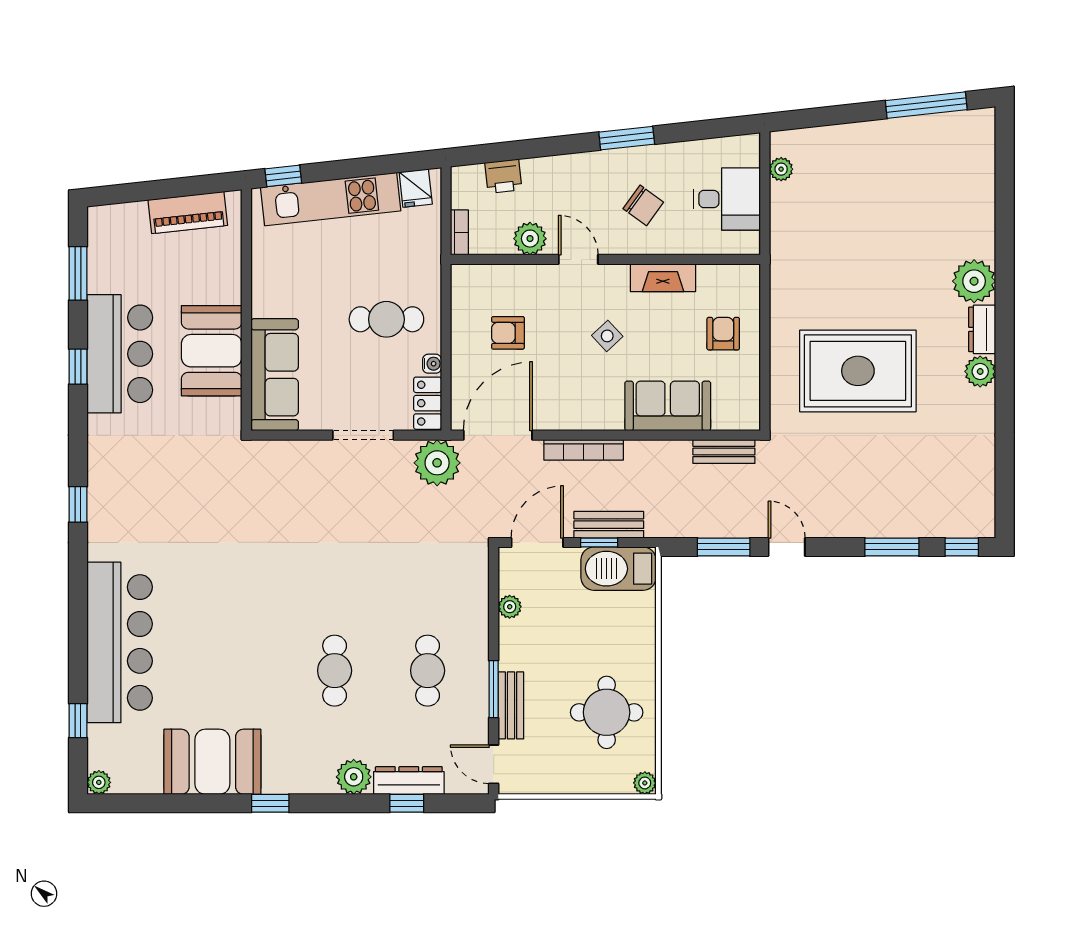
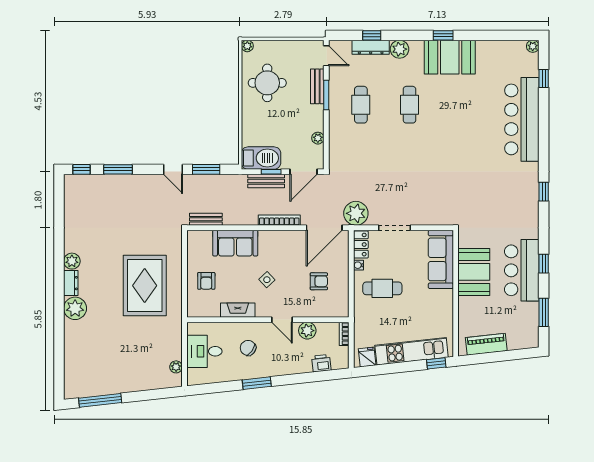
rug: (858, 371) -> (145, 286), moved, turned 90
booth: (212, 762) -> (450, 57), moved

